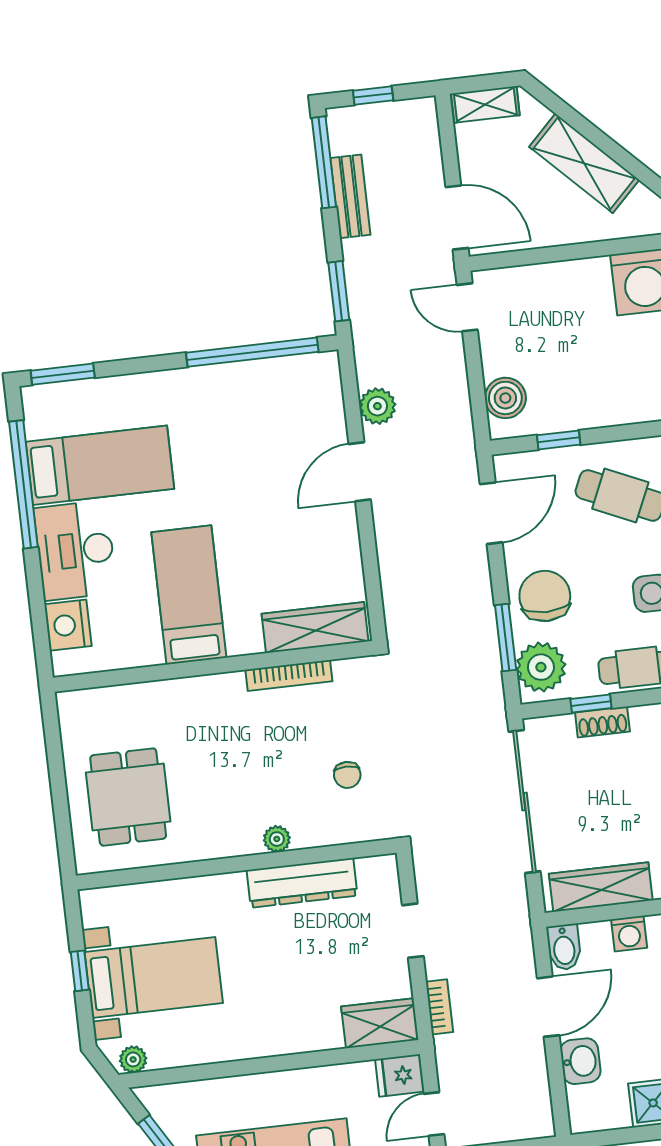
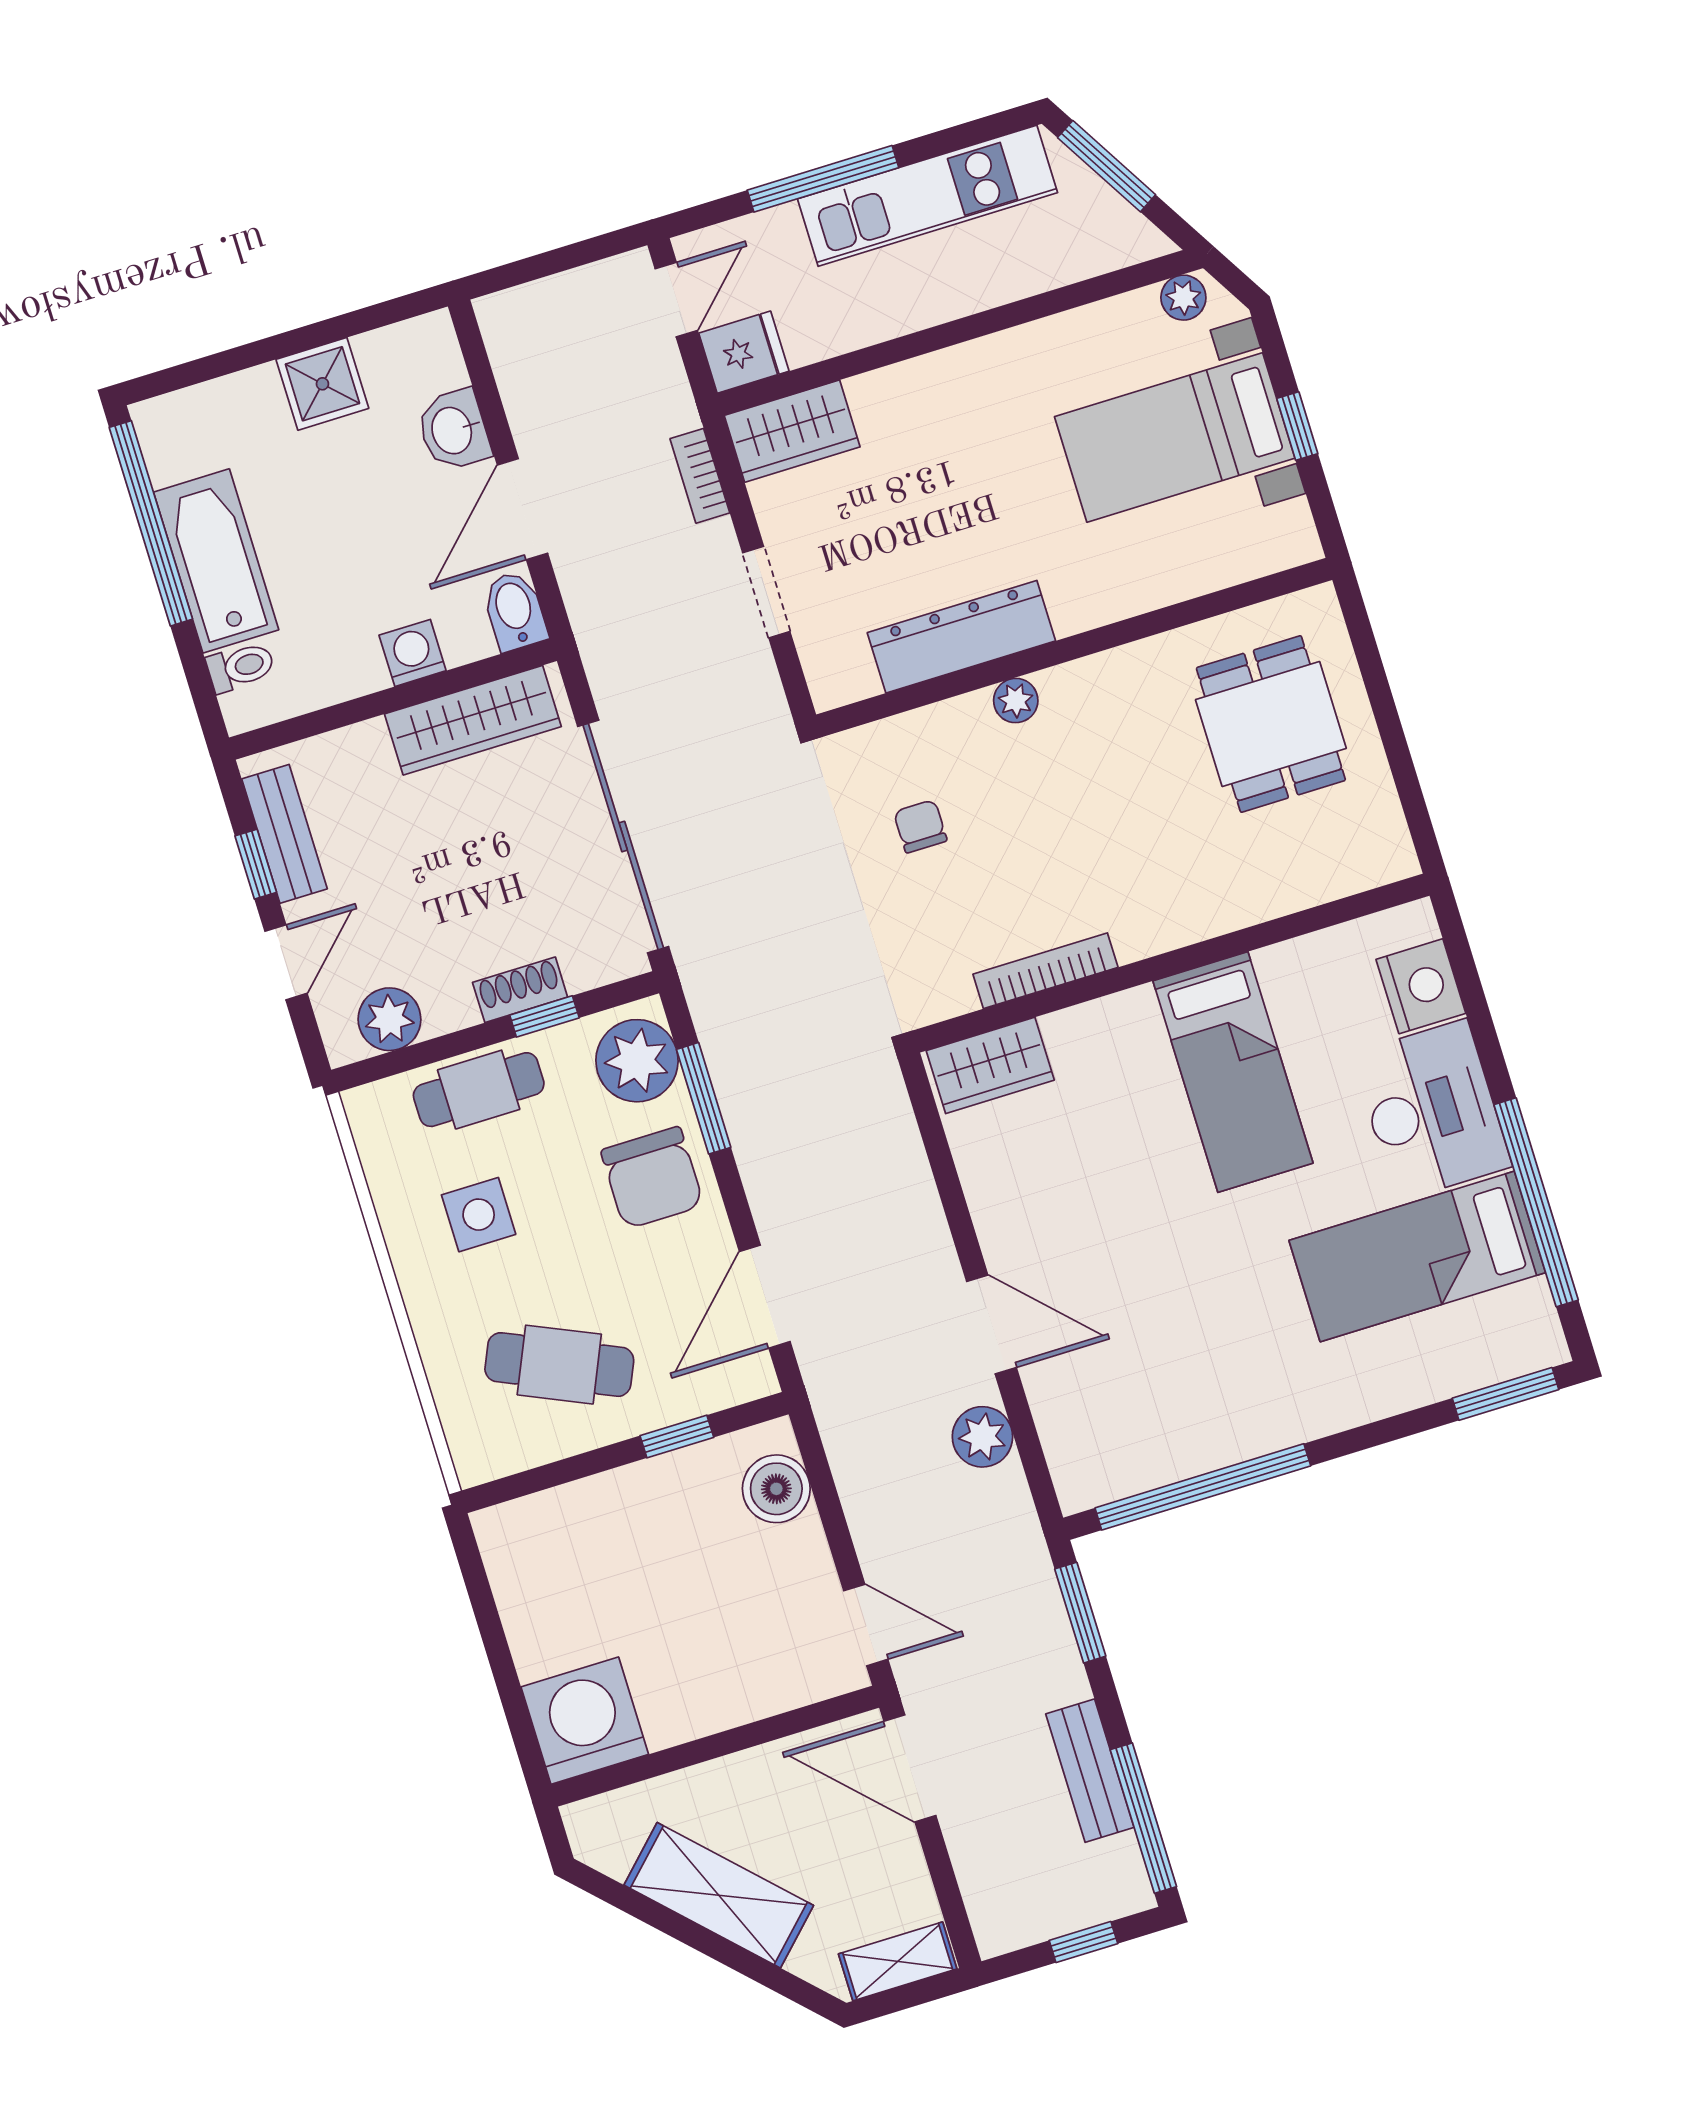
door: (360, 472) -> (992, 1324), hinge flipped
wardrobe: (315, 627) -> (990, 1065), width x0.67

